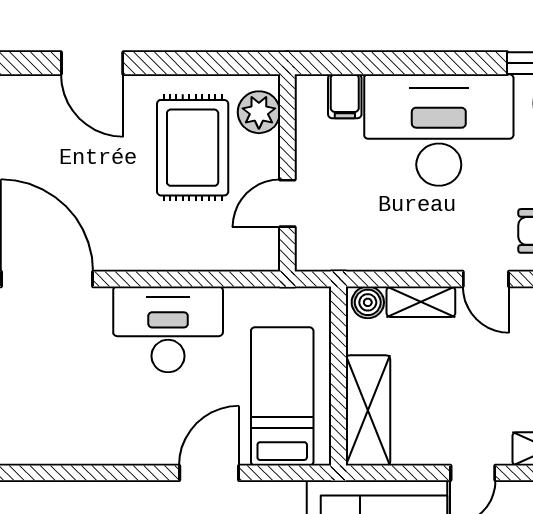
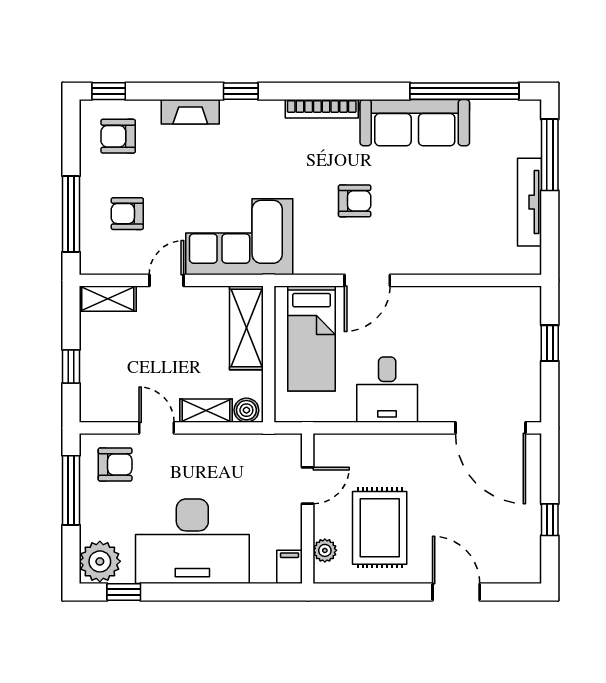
filing cabinet: (345, 96) -> (289, 567), moved
plant: (259, 112) -> (325, 550), width x0.73, depth x0.73
desk: (168, 329) -> (387, 390), width x0.73

